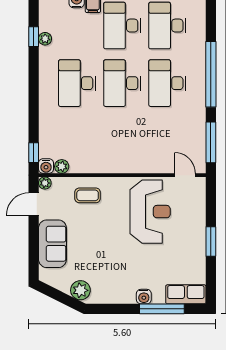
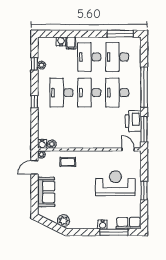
printer: (193, 129) -> (133, 121), added
window: (34, 153) -> (34, 102), moved
reception desk: (150, 212) -> (115, 183), moved, turned -90

